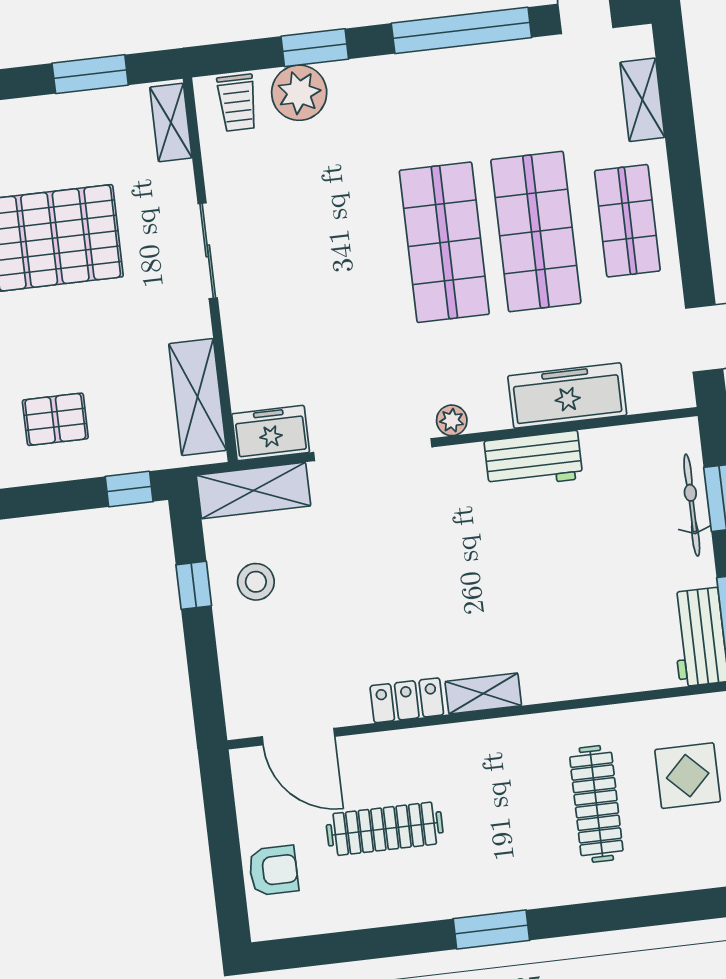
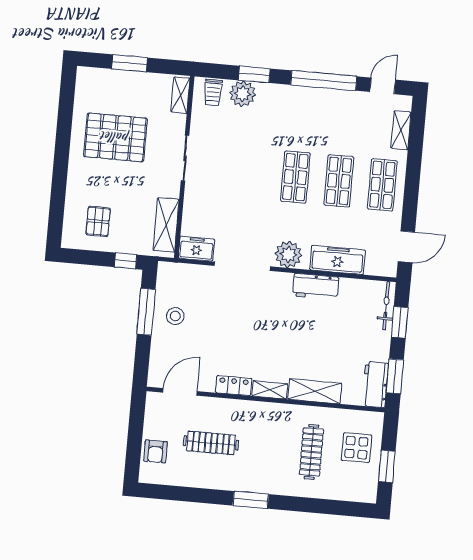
window: (90, 74) -> (130, 63), moved
shop shelf: (536, 232) -> (339, 181), width x0.70, depth x0.74
shop shelf: (444, 242) -> (295, 177), width x0.70, depth x0.74
pallet: (55, 419) -> (98, 221), turned 90
plant: (452, 420) -> (288, 255), width x1.88, depth x1.88
shelving: (254, 490) -> (315, 391), moved
bicycle: (692, 505) -> (386, 306), moved
window: (194, 585) -> (146, 312), width x2.17
door: (298, 737) -> (180, 392), swing flipped
armchair: (273, 870) -> (155, 451), turned 90

